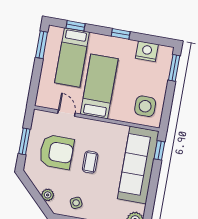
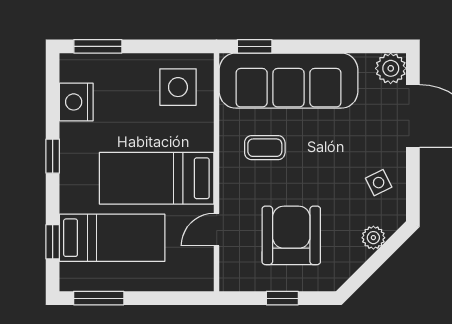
window: (24, 141) -> (282, 298), width x0.67
coffee table: (90, 162) -> (265, 148), moved

